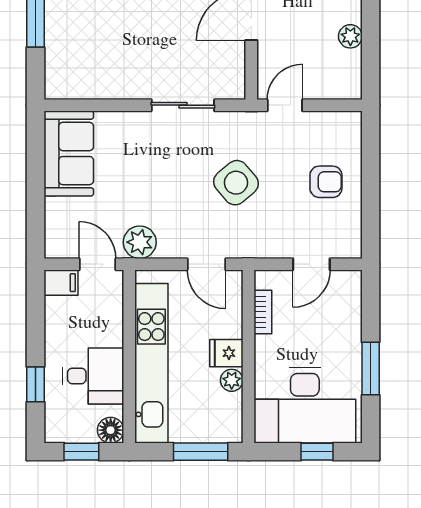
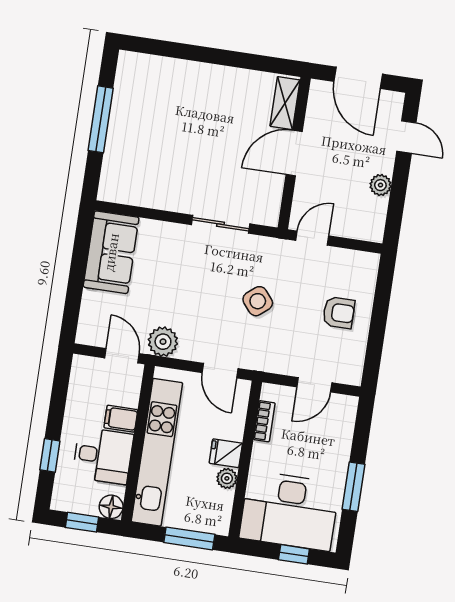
side table: (236, 183) -> (258, 301), width x0.73, depth x0.73
filing cabinet: (61, 283) -> (121, 419), moved, turned 180

